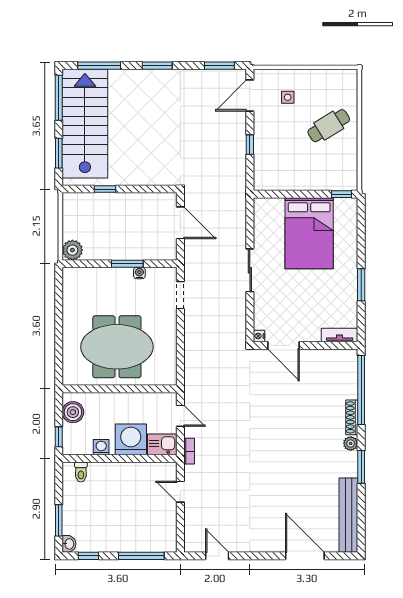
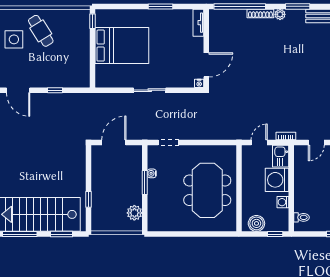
side table: (288, 97) -> (14, 39), moved, width x1.87, depth x1.87
plant: (72, 250) -> (134, 213), moved

